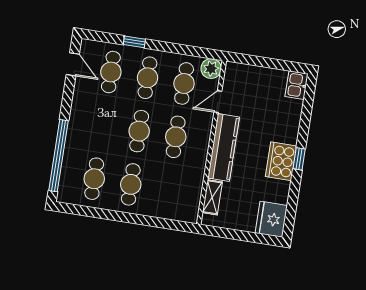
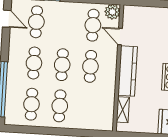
cafe table: (147, 78) -> (34, 63), moved
door: (218, 102) -> (120, 37), hinge flipped

